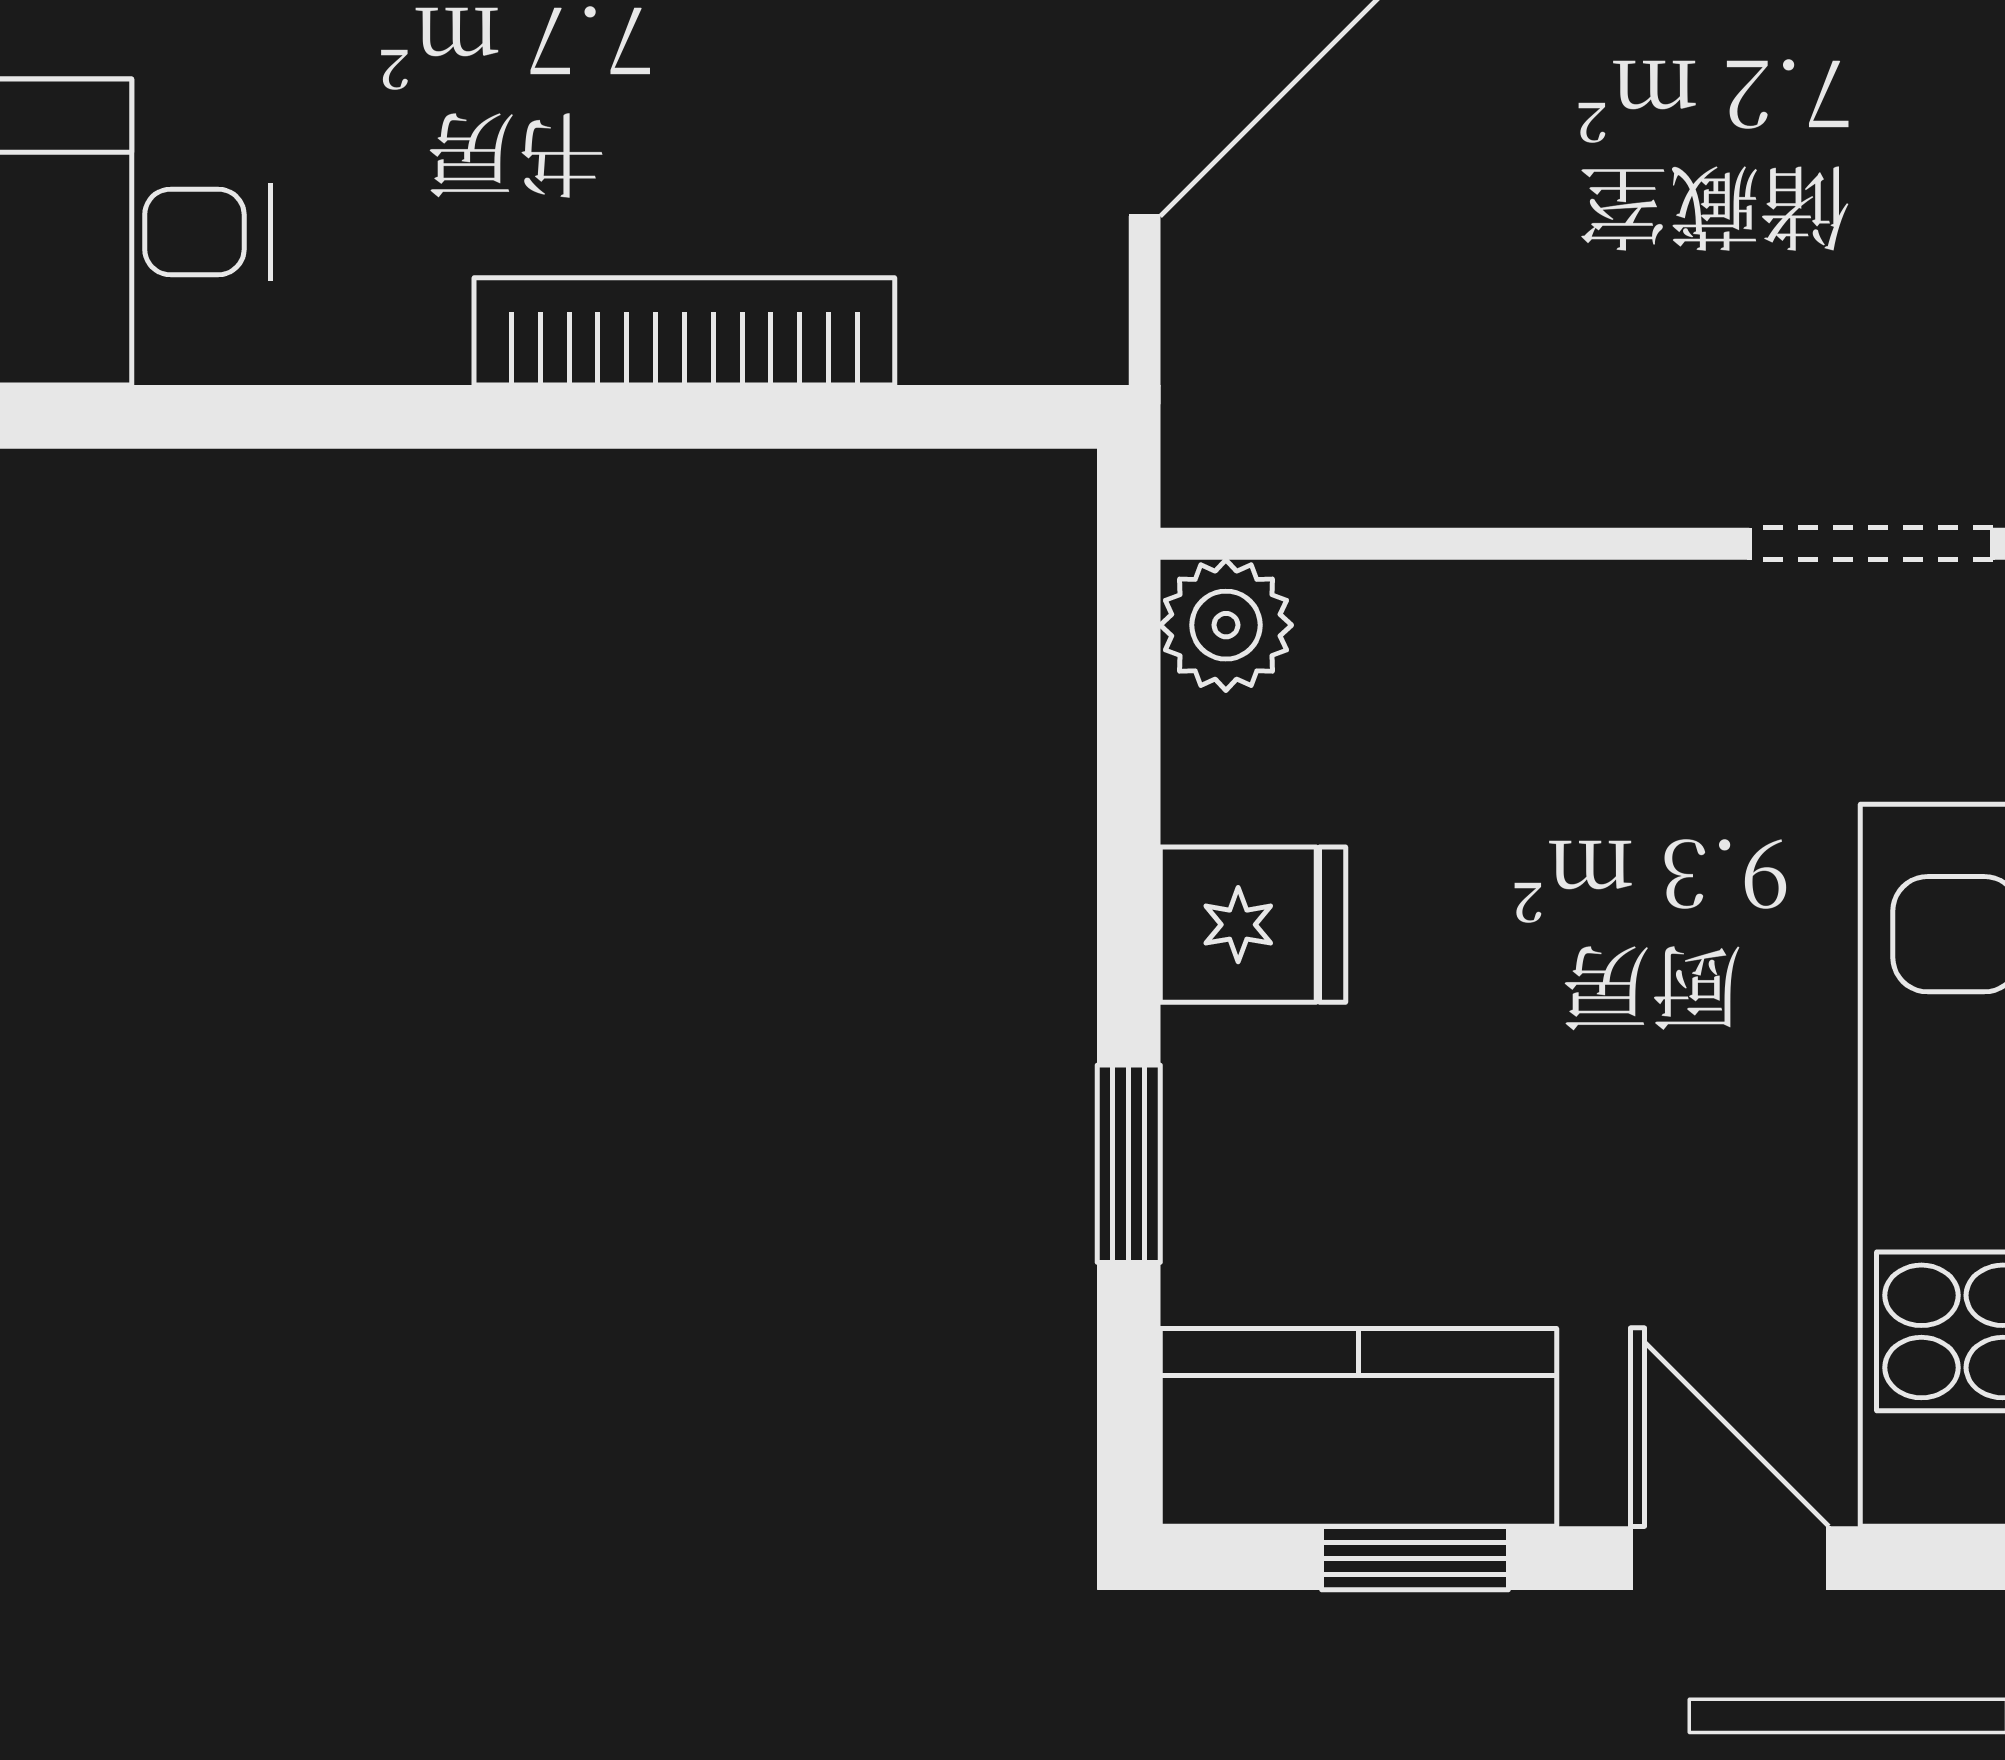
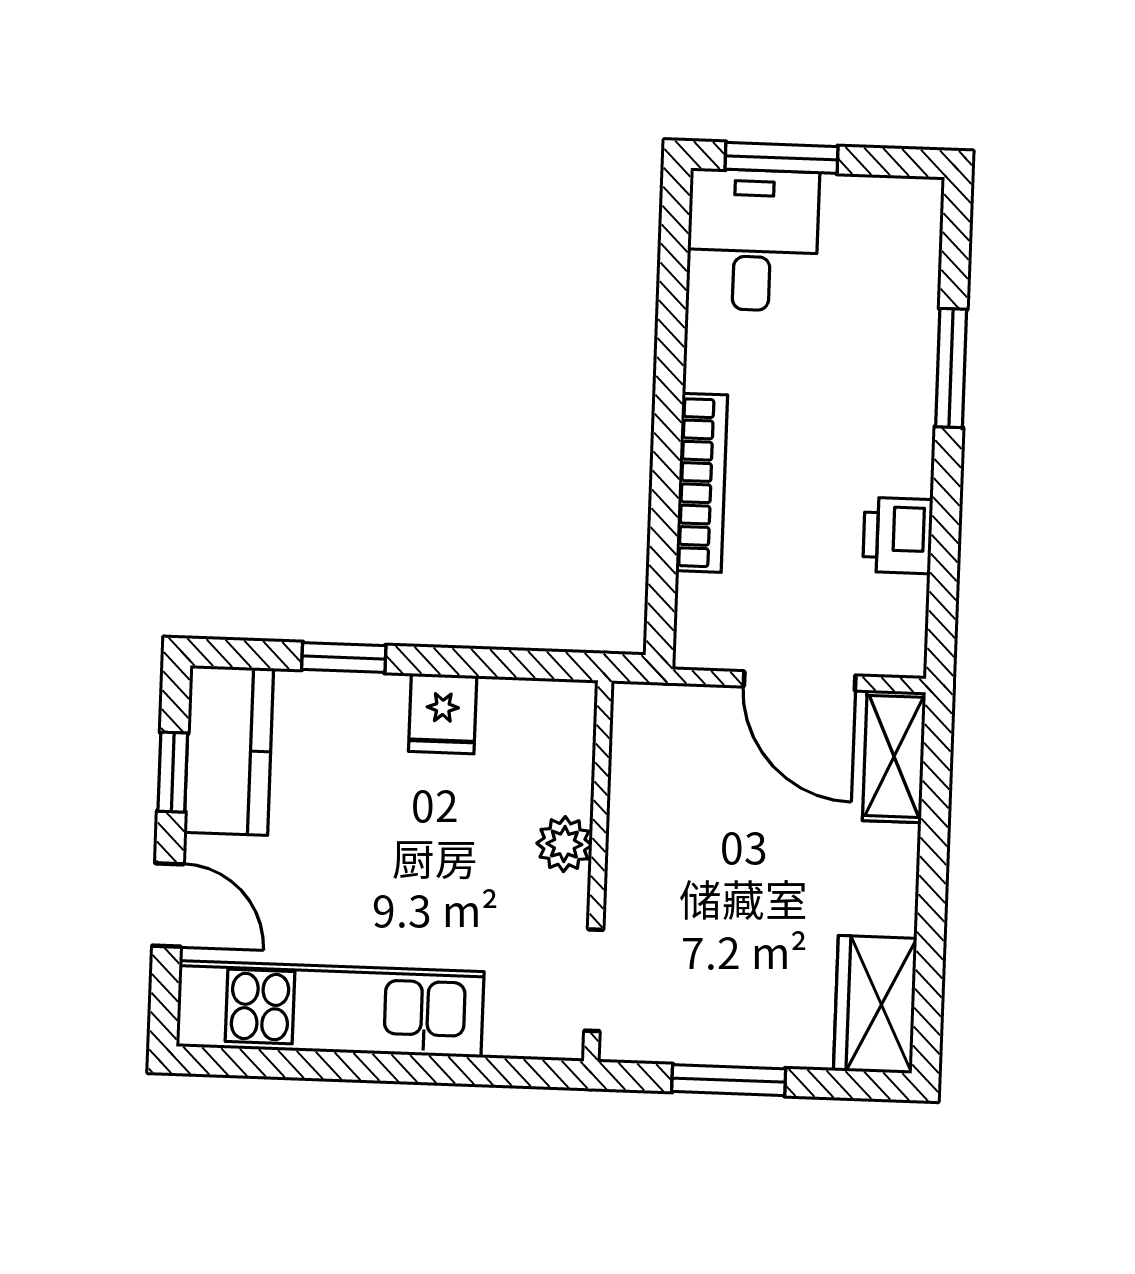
plant: (1226, 625) -> (564, 844), moved
door: (1730, 1558) -> (168, 905), hinge flipped

